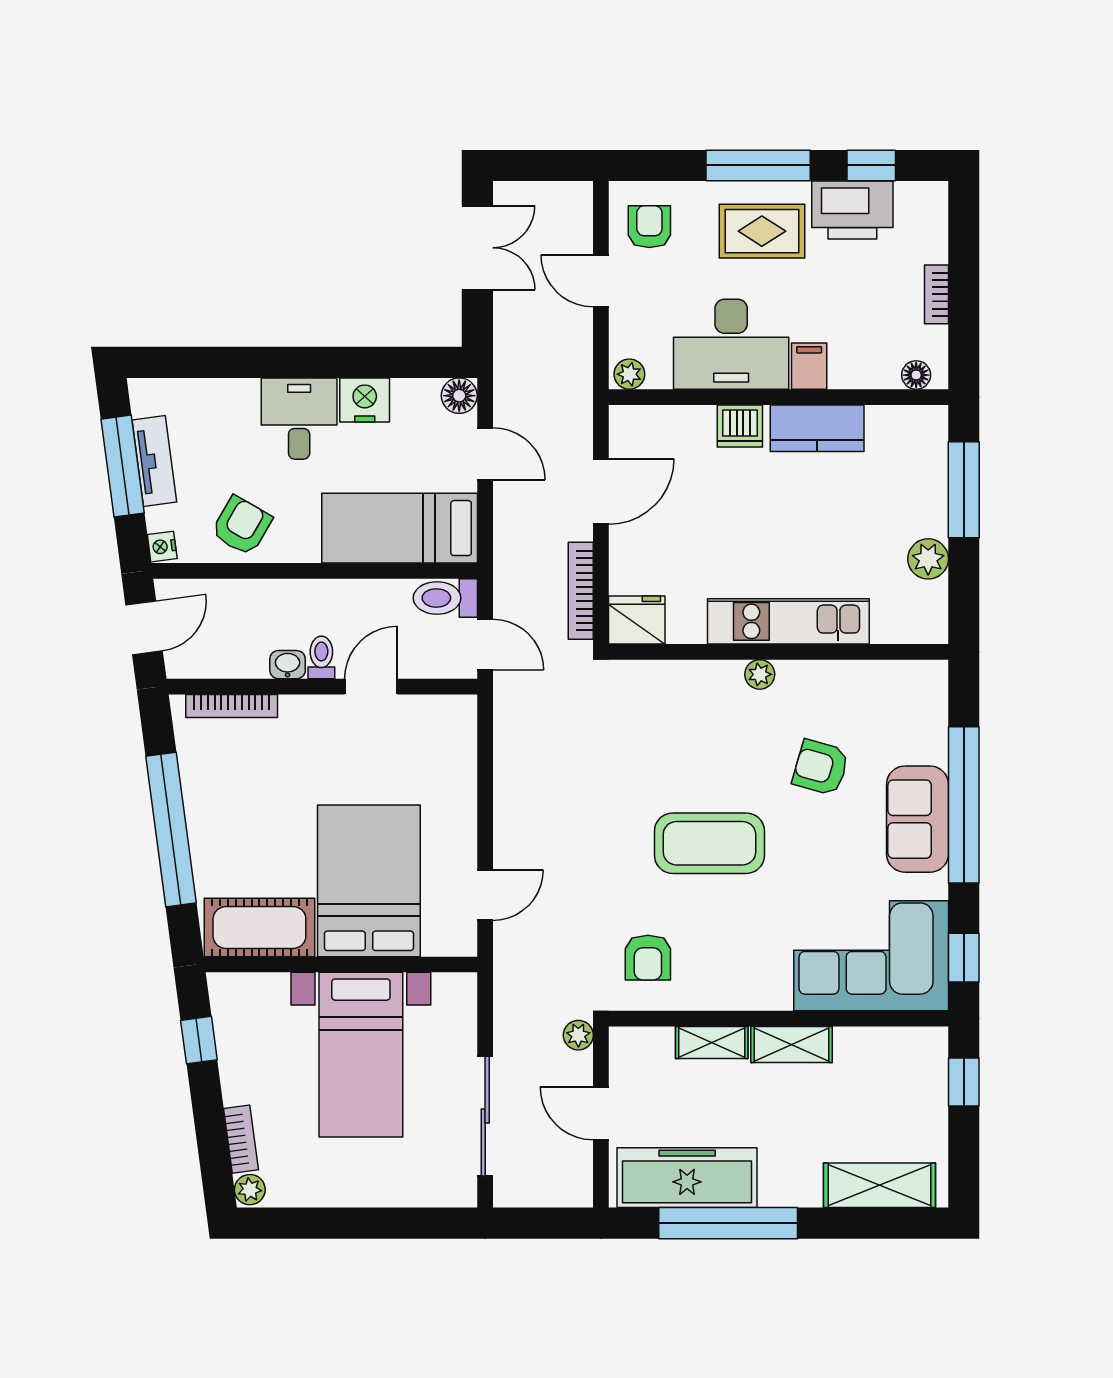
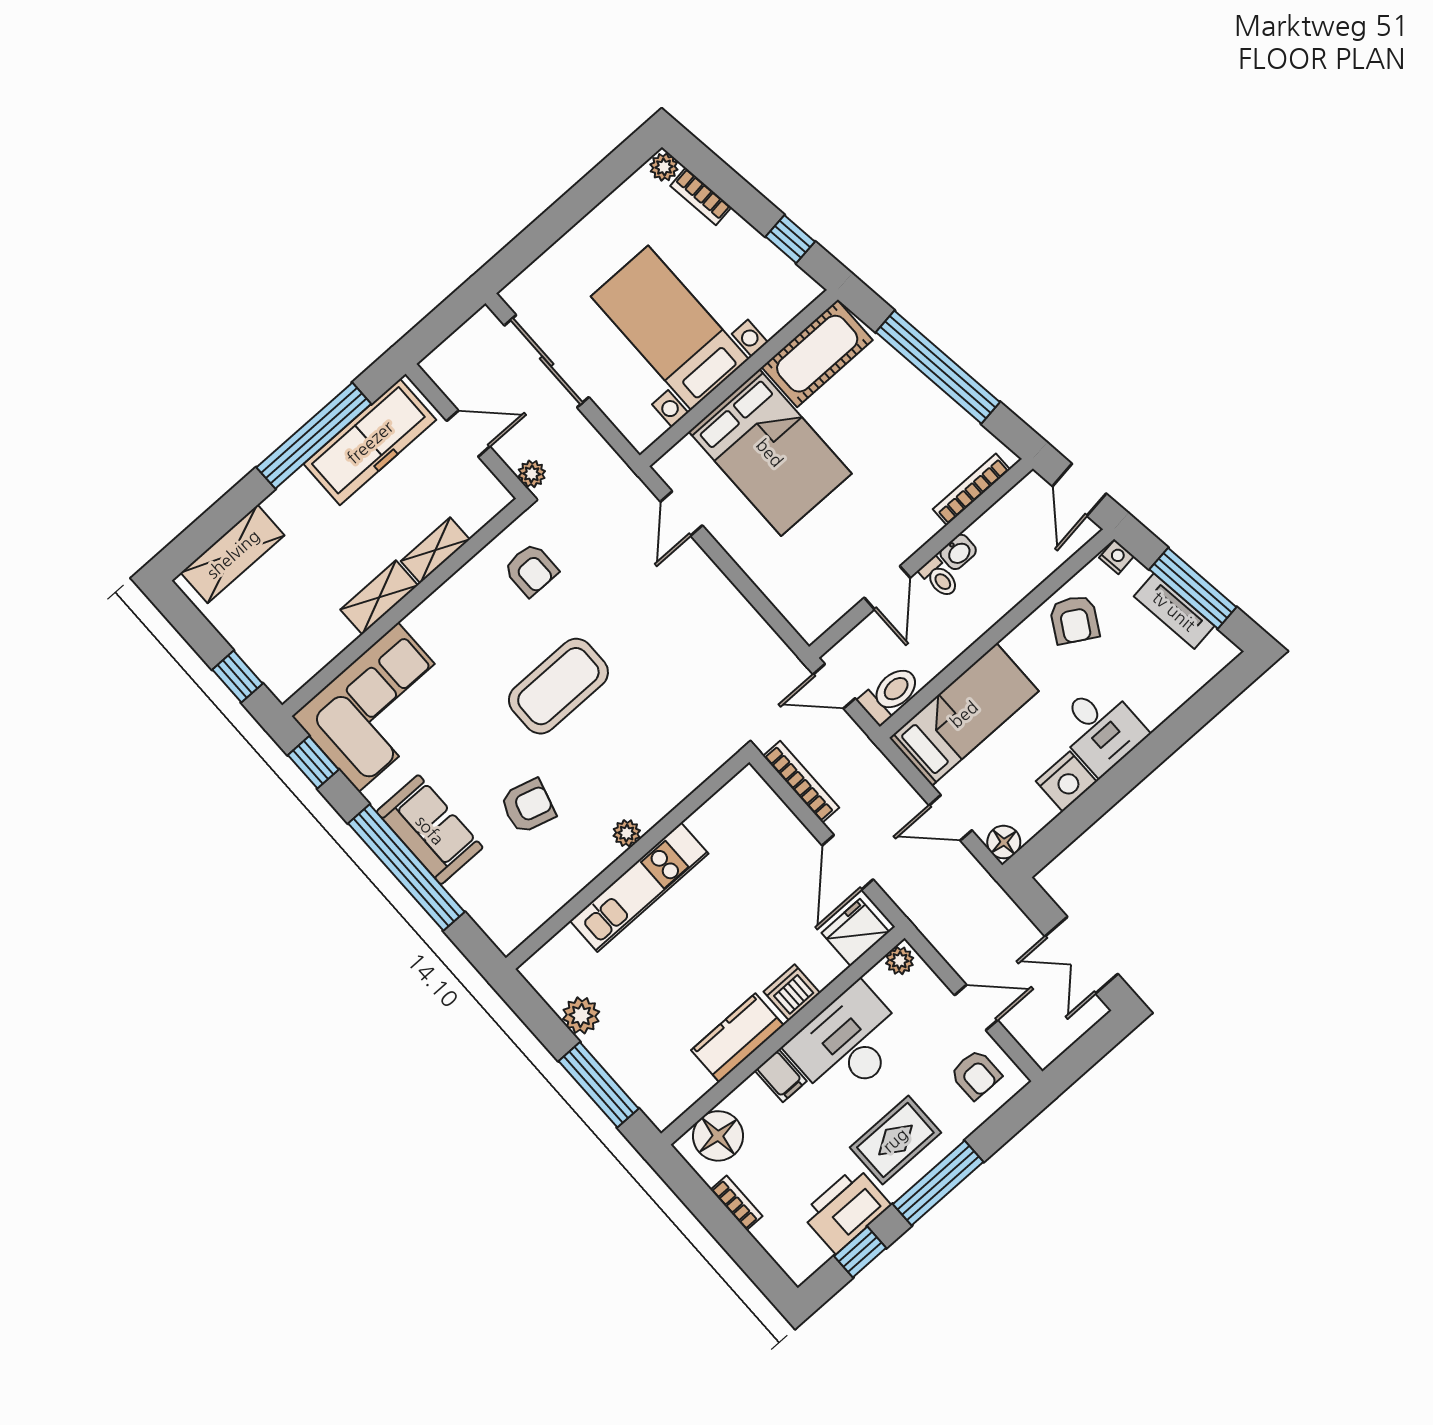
floor lamp: (916, 375) -> (718, 1136), width x1.89, depth x1.89
fridge: (637, 620) -> (855, 932), moved, turned 180
armchair: (648, 958) -> (531, 570), turned 180

